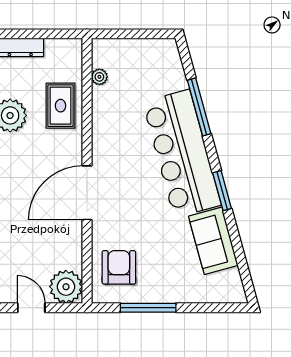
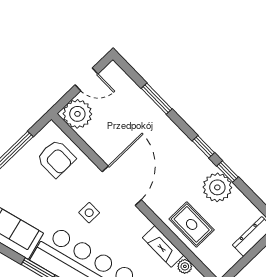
fireplace: (101, 110) -> (163, 246), added
side table: (135, 197) -> (89, 213), added

